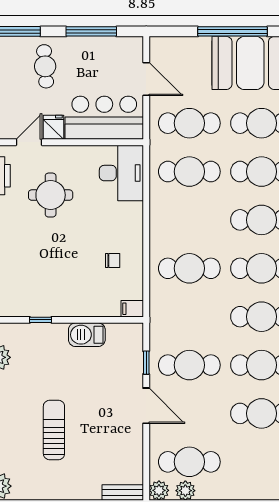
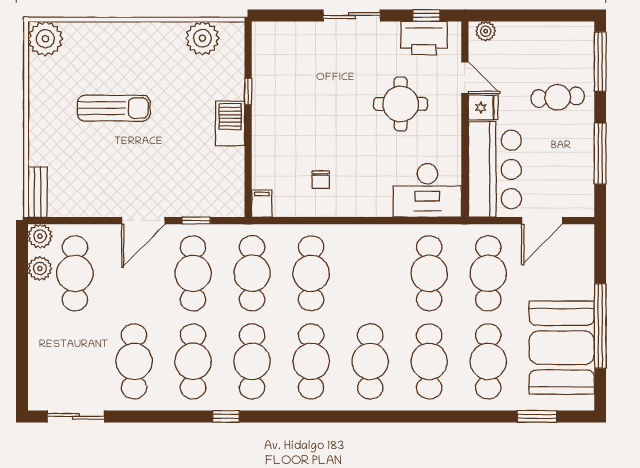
cafe table: (189, 317) -> (252, 273), added
barbecue: (87, 335) -> (230, 123), moved

